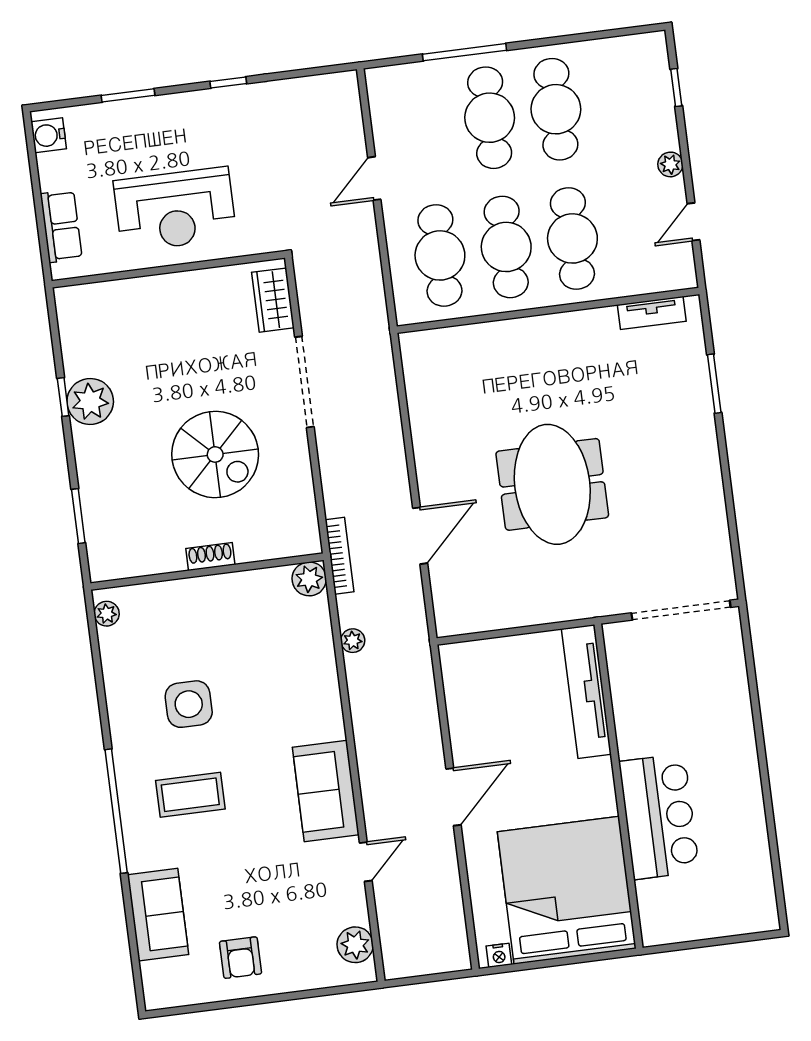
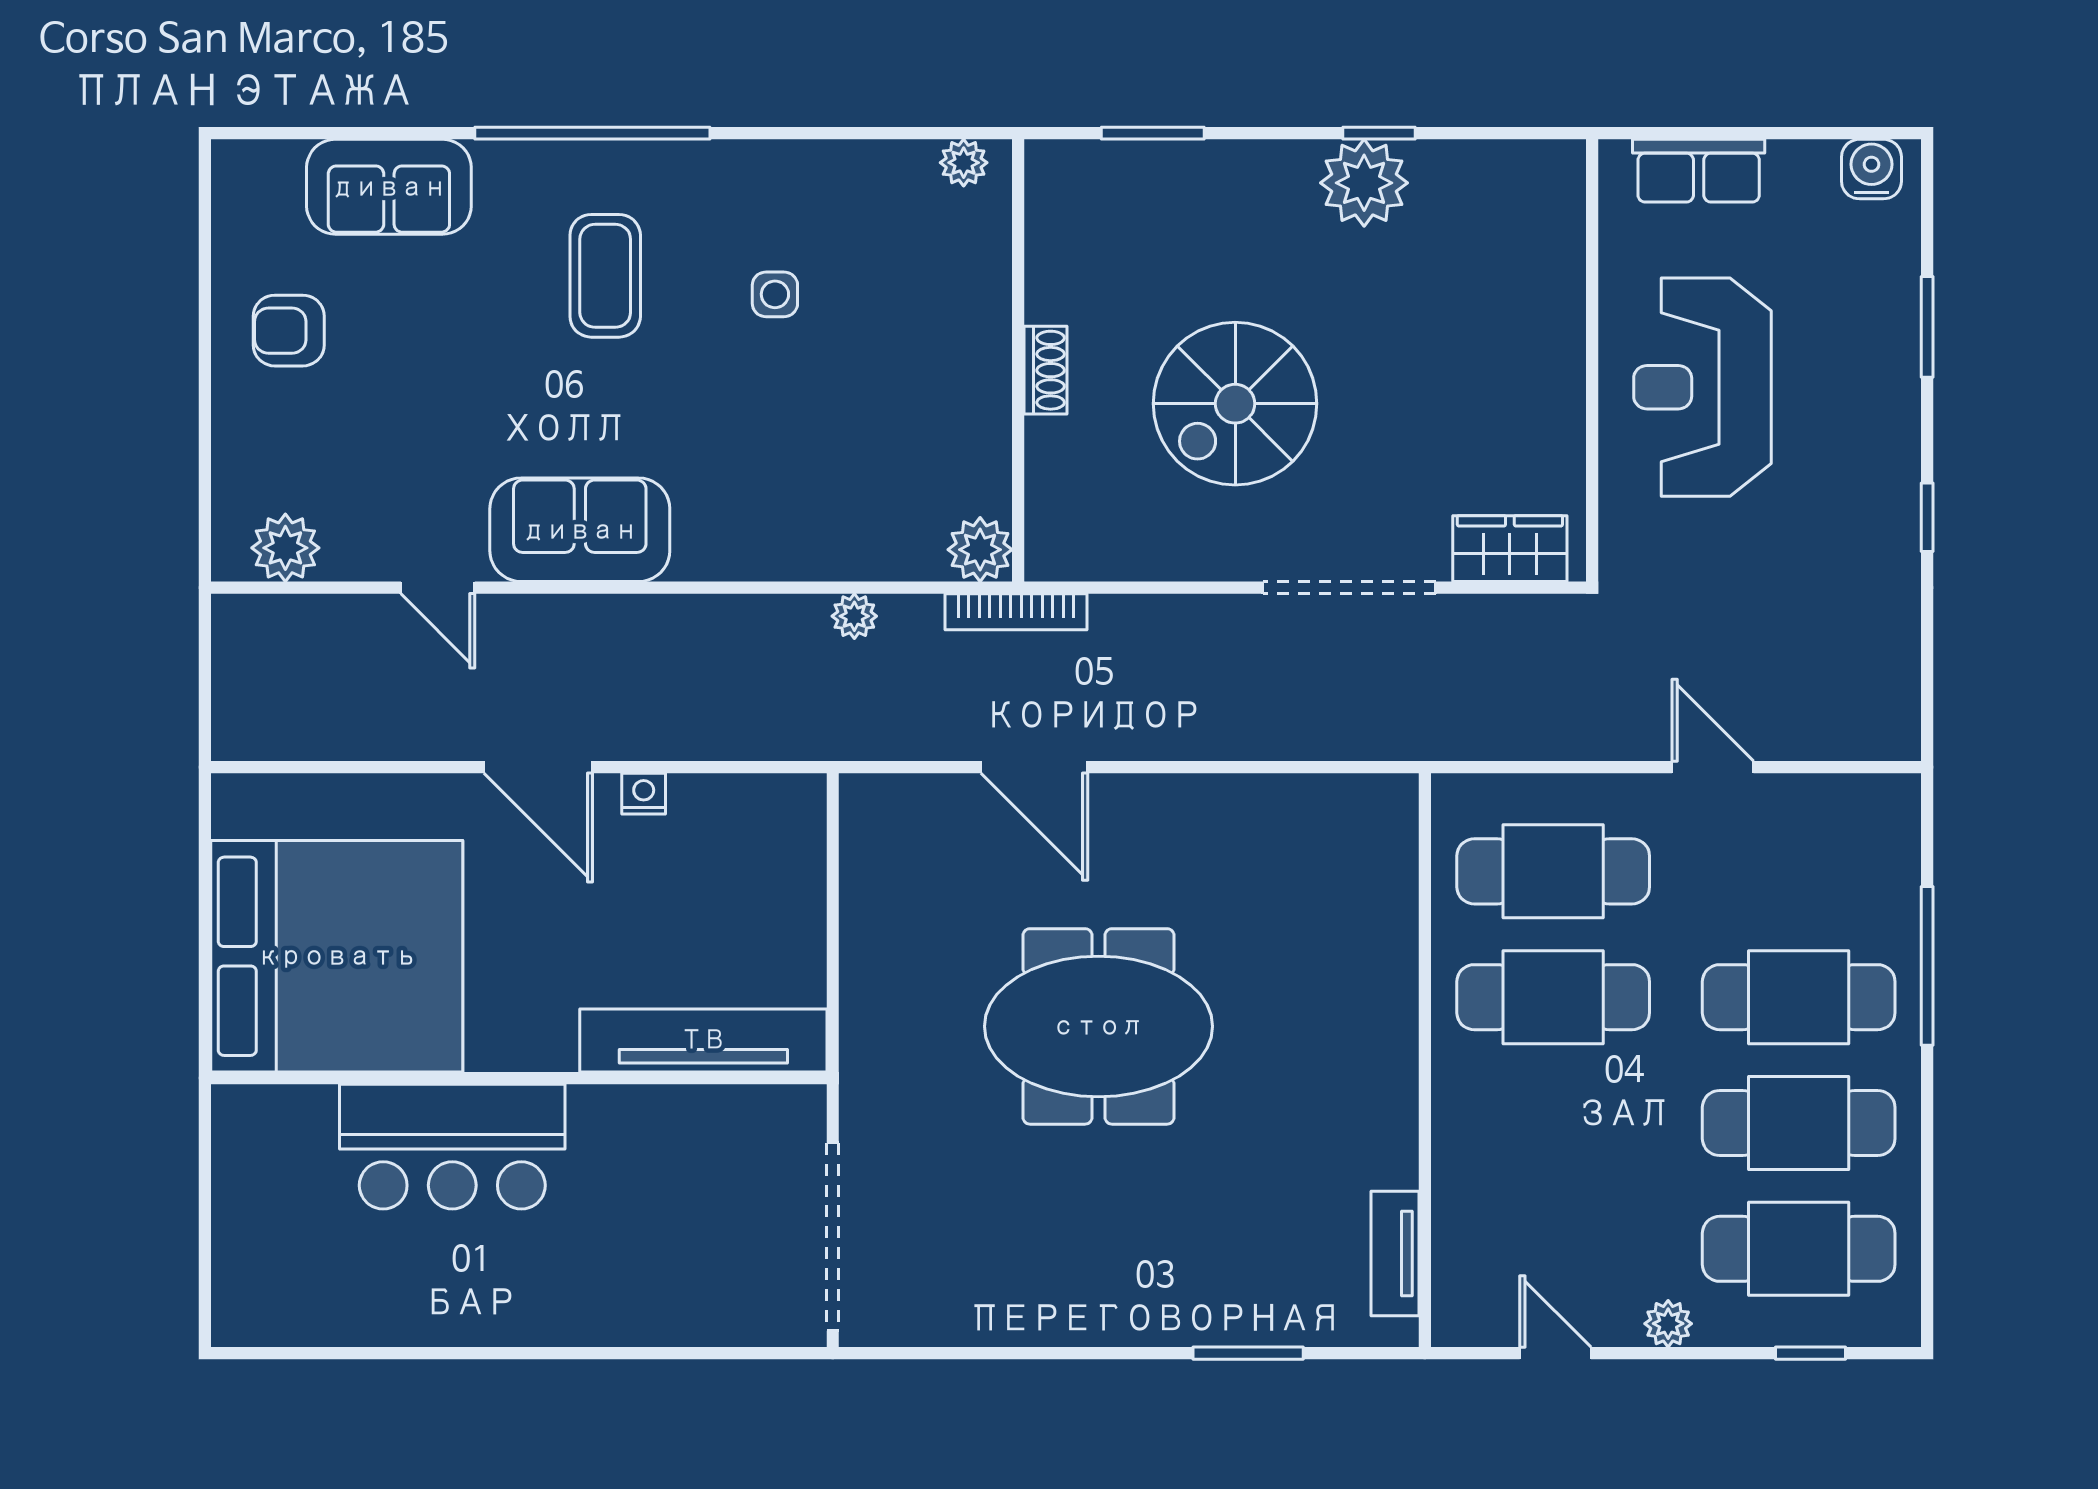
cafe table: (572, 238) -> (1799, 1249), moved
side table: (189, 704) -> (775, 294), width x0.54, depth x0.54
nightstand: (499, 955) -> (644, 794), moved, turned 90

